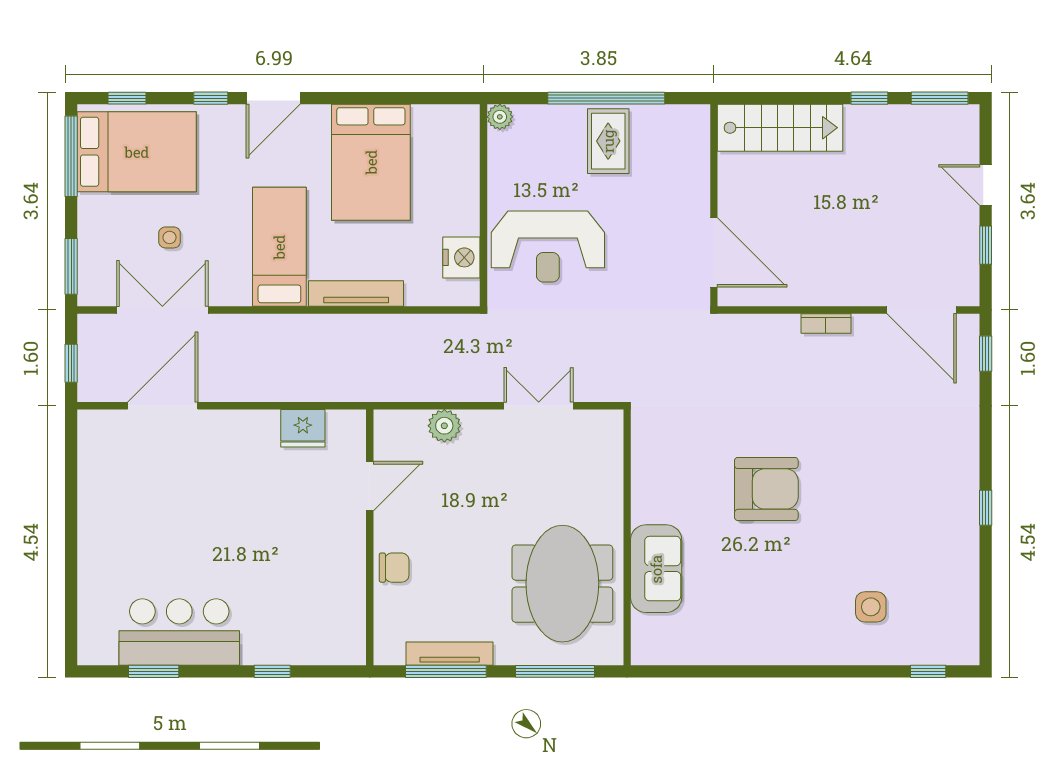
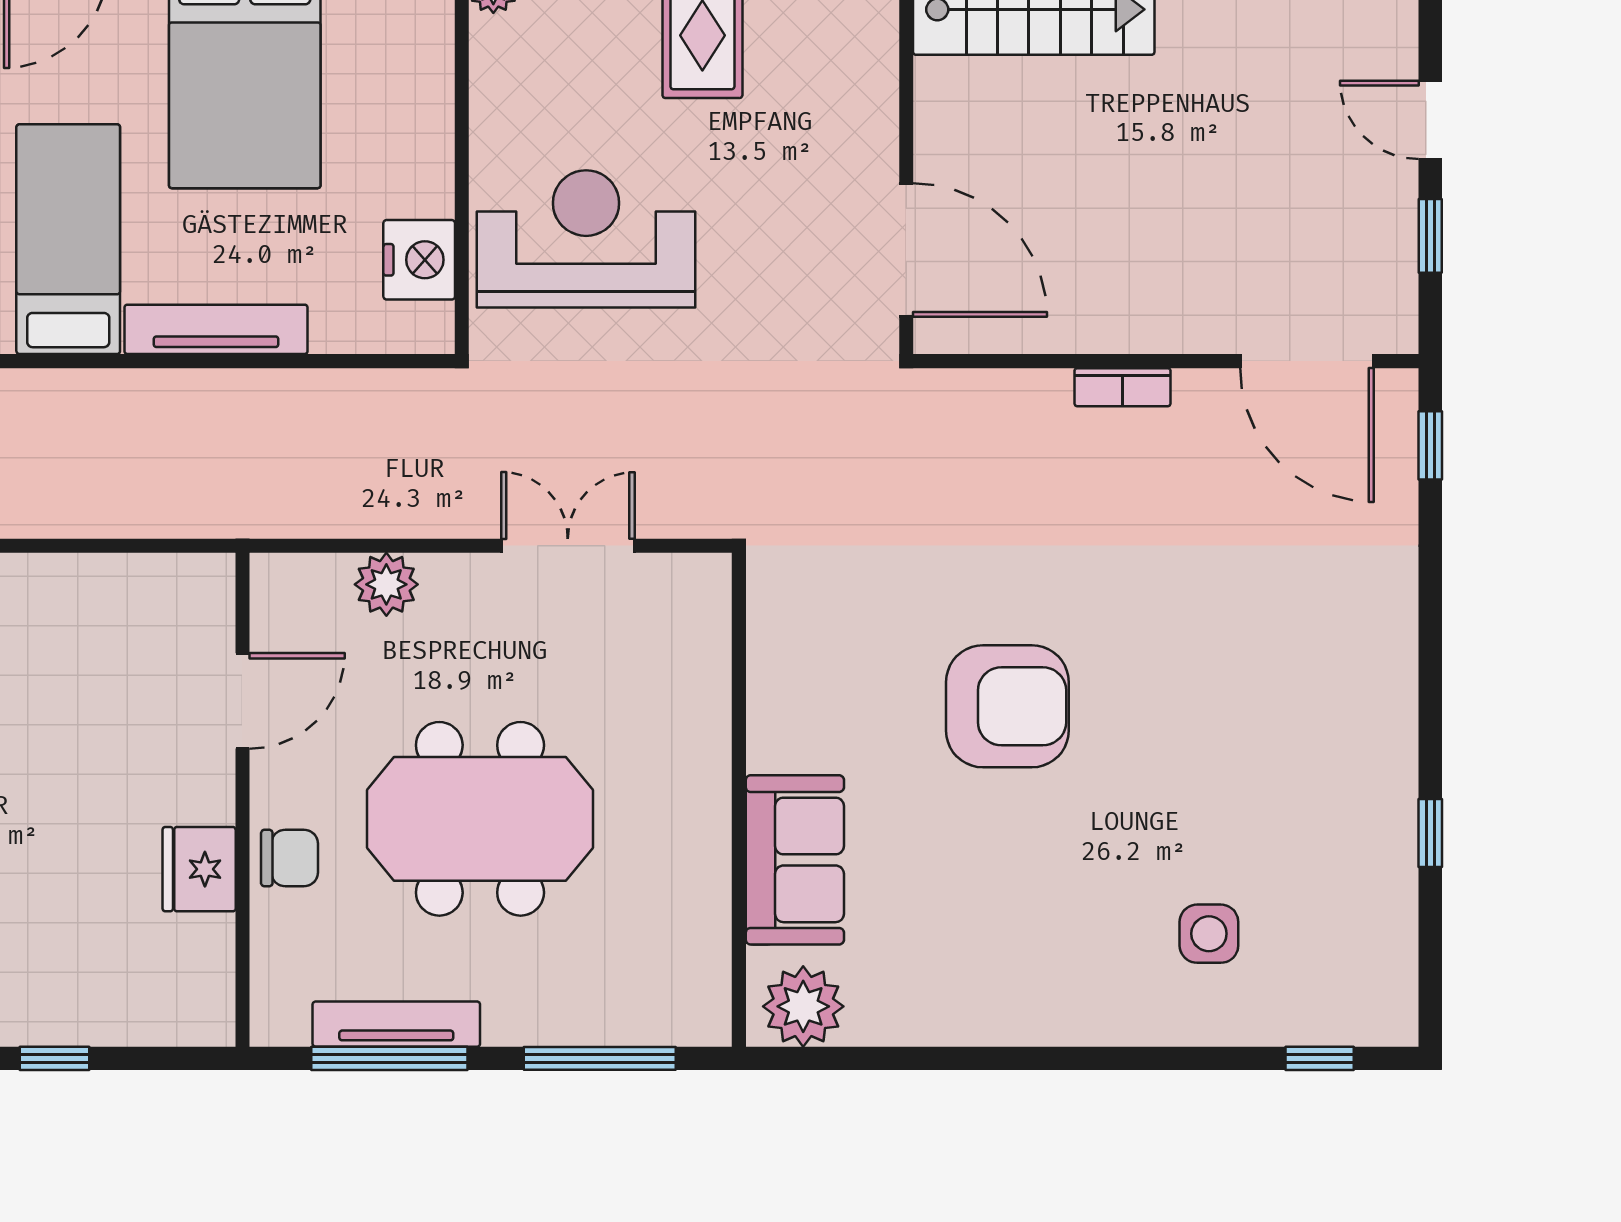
reception desk: (548, 247) -> (586, 239), turned 180
fridge: (303, 428) -> (199, 869), moved, turned 90
window: (986, 508) -> (1430, 833), moved
meeting table: (562, 584) -> (480, 819), moved, turned 90
plant: (660, 645) -> (803, 1006), added

